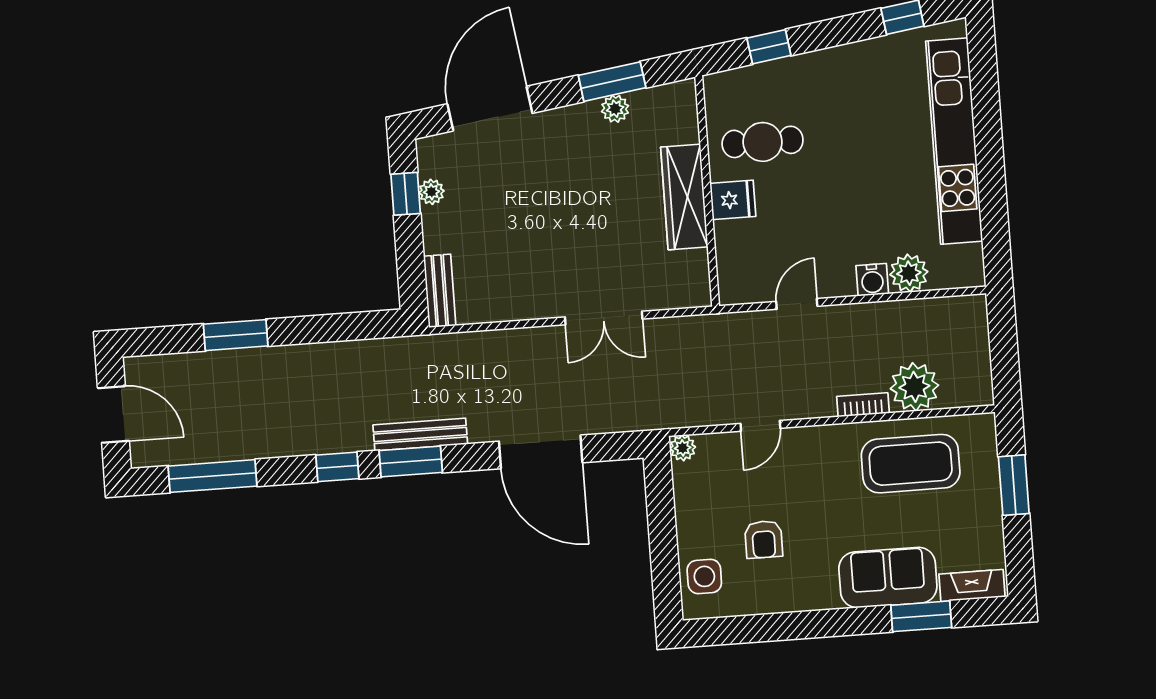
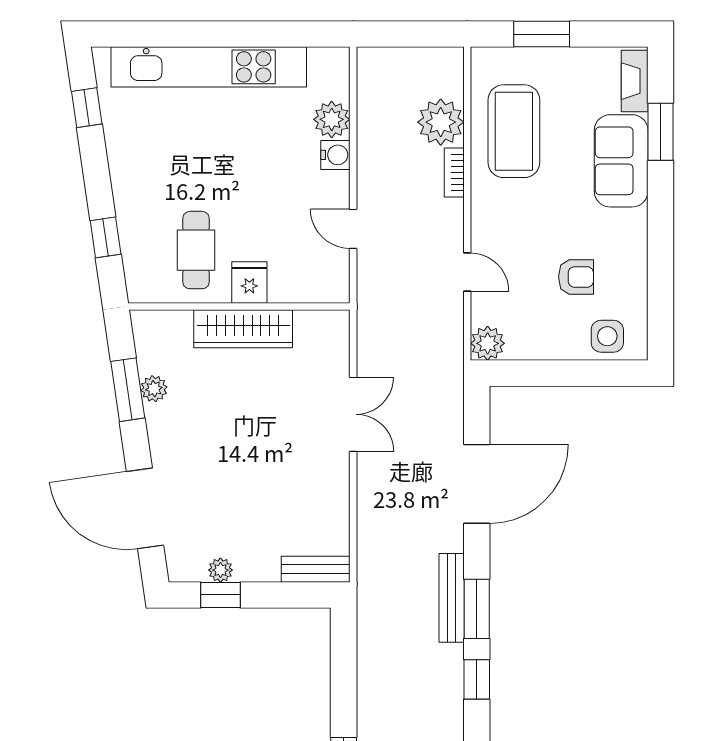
plant: (683, 448) -> (488, 343), width x1.38, depth x1.38

